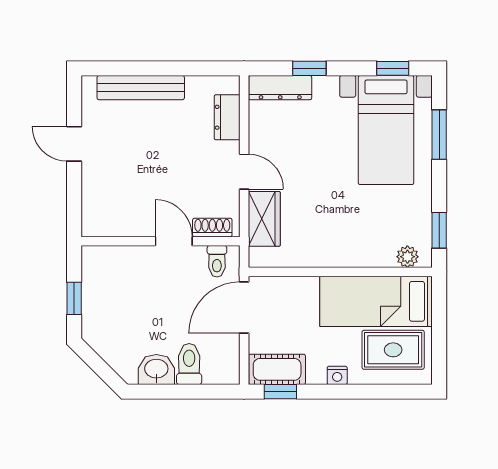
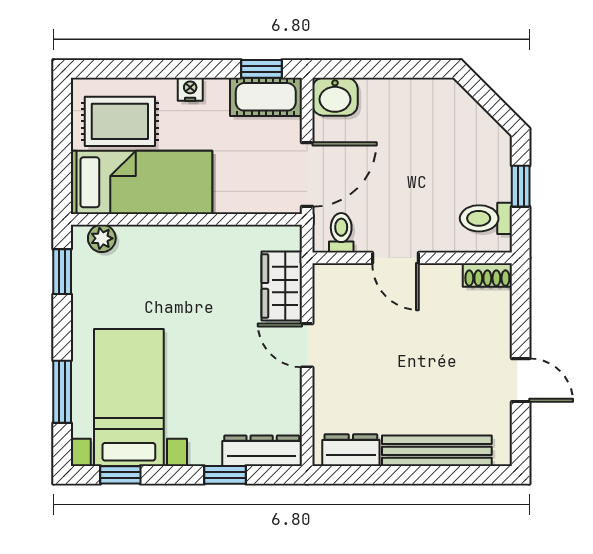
dresser: (227, 117) -> (351, 450), moved, turned -90
shoe rack: (212, 228) -> (487, 275), moved
toilet: (189, 364) -> (486, 218), moved, turned 90
washbasin: (156, 370) -> (335, 97), moved

